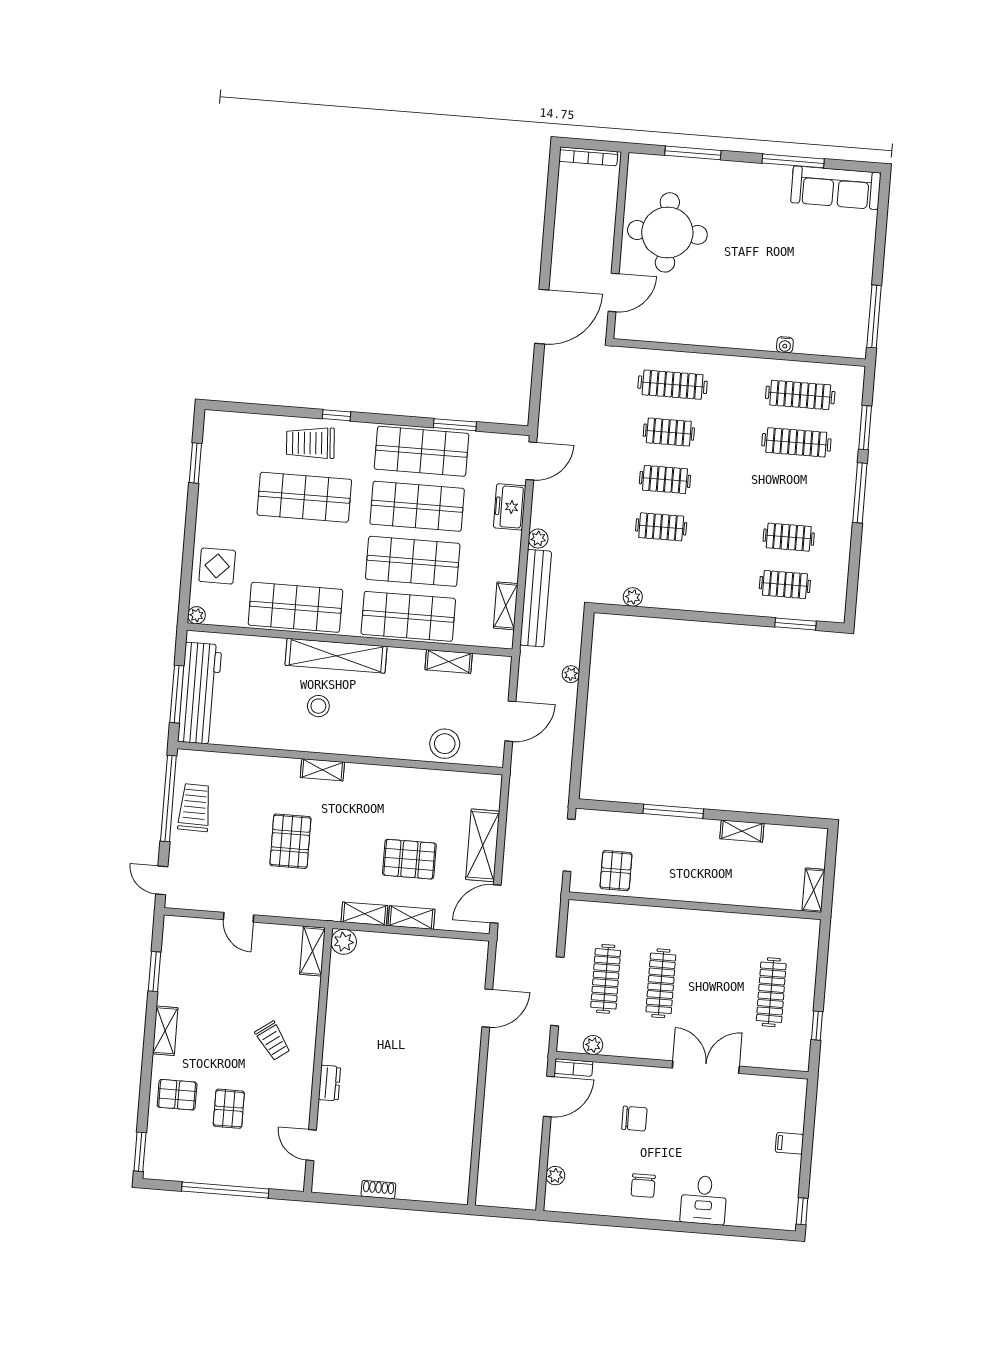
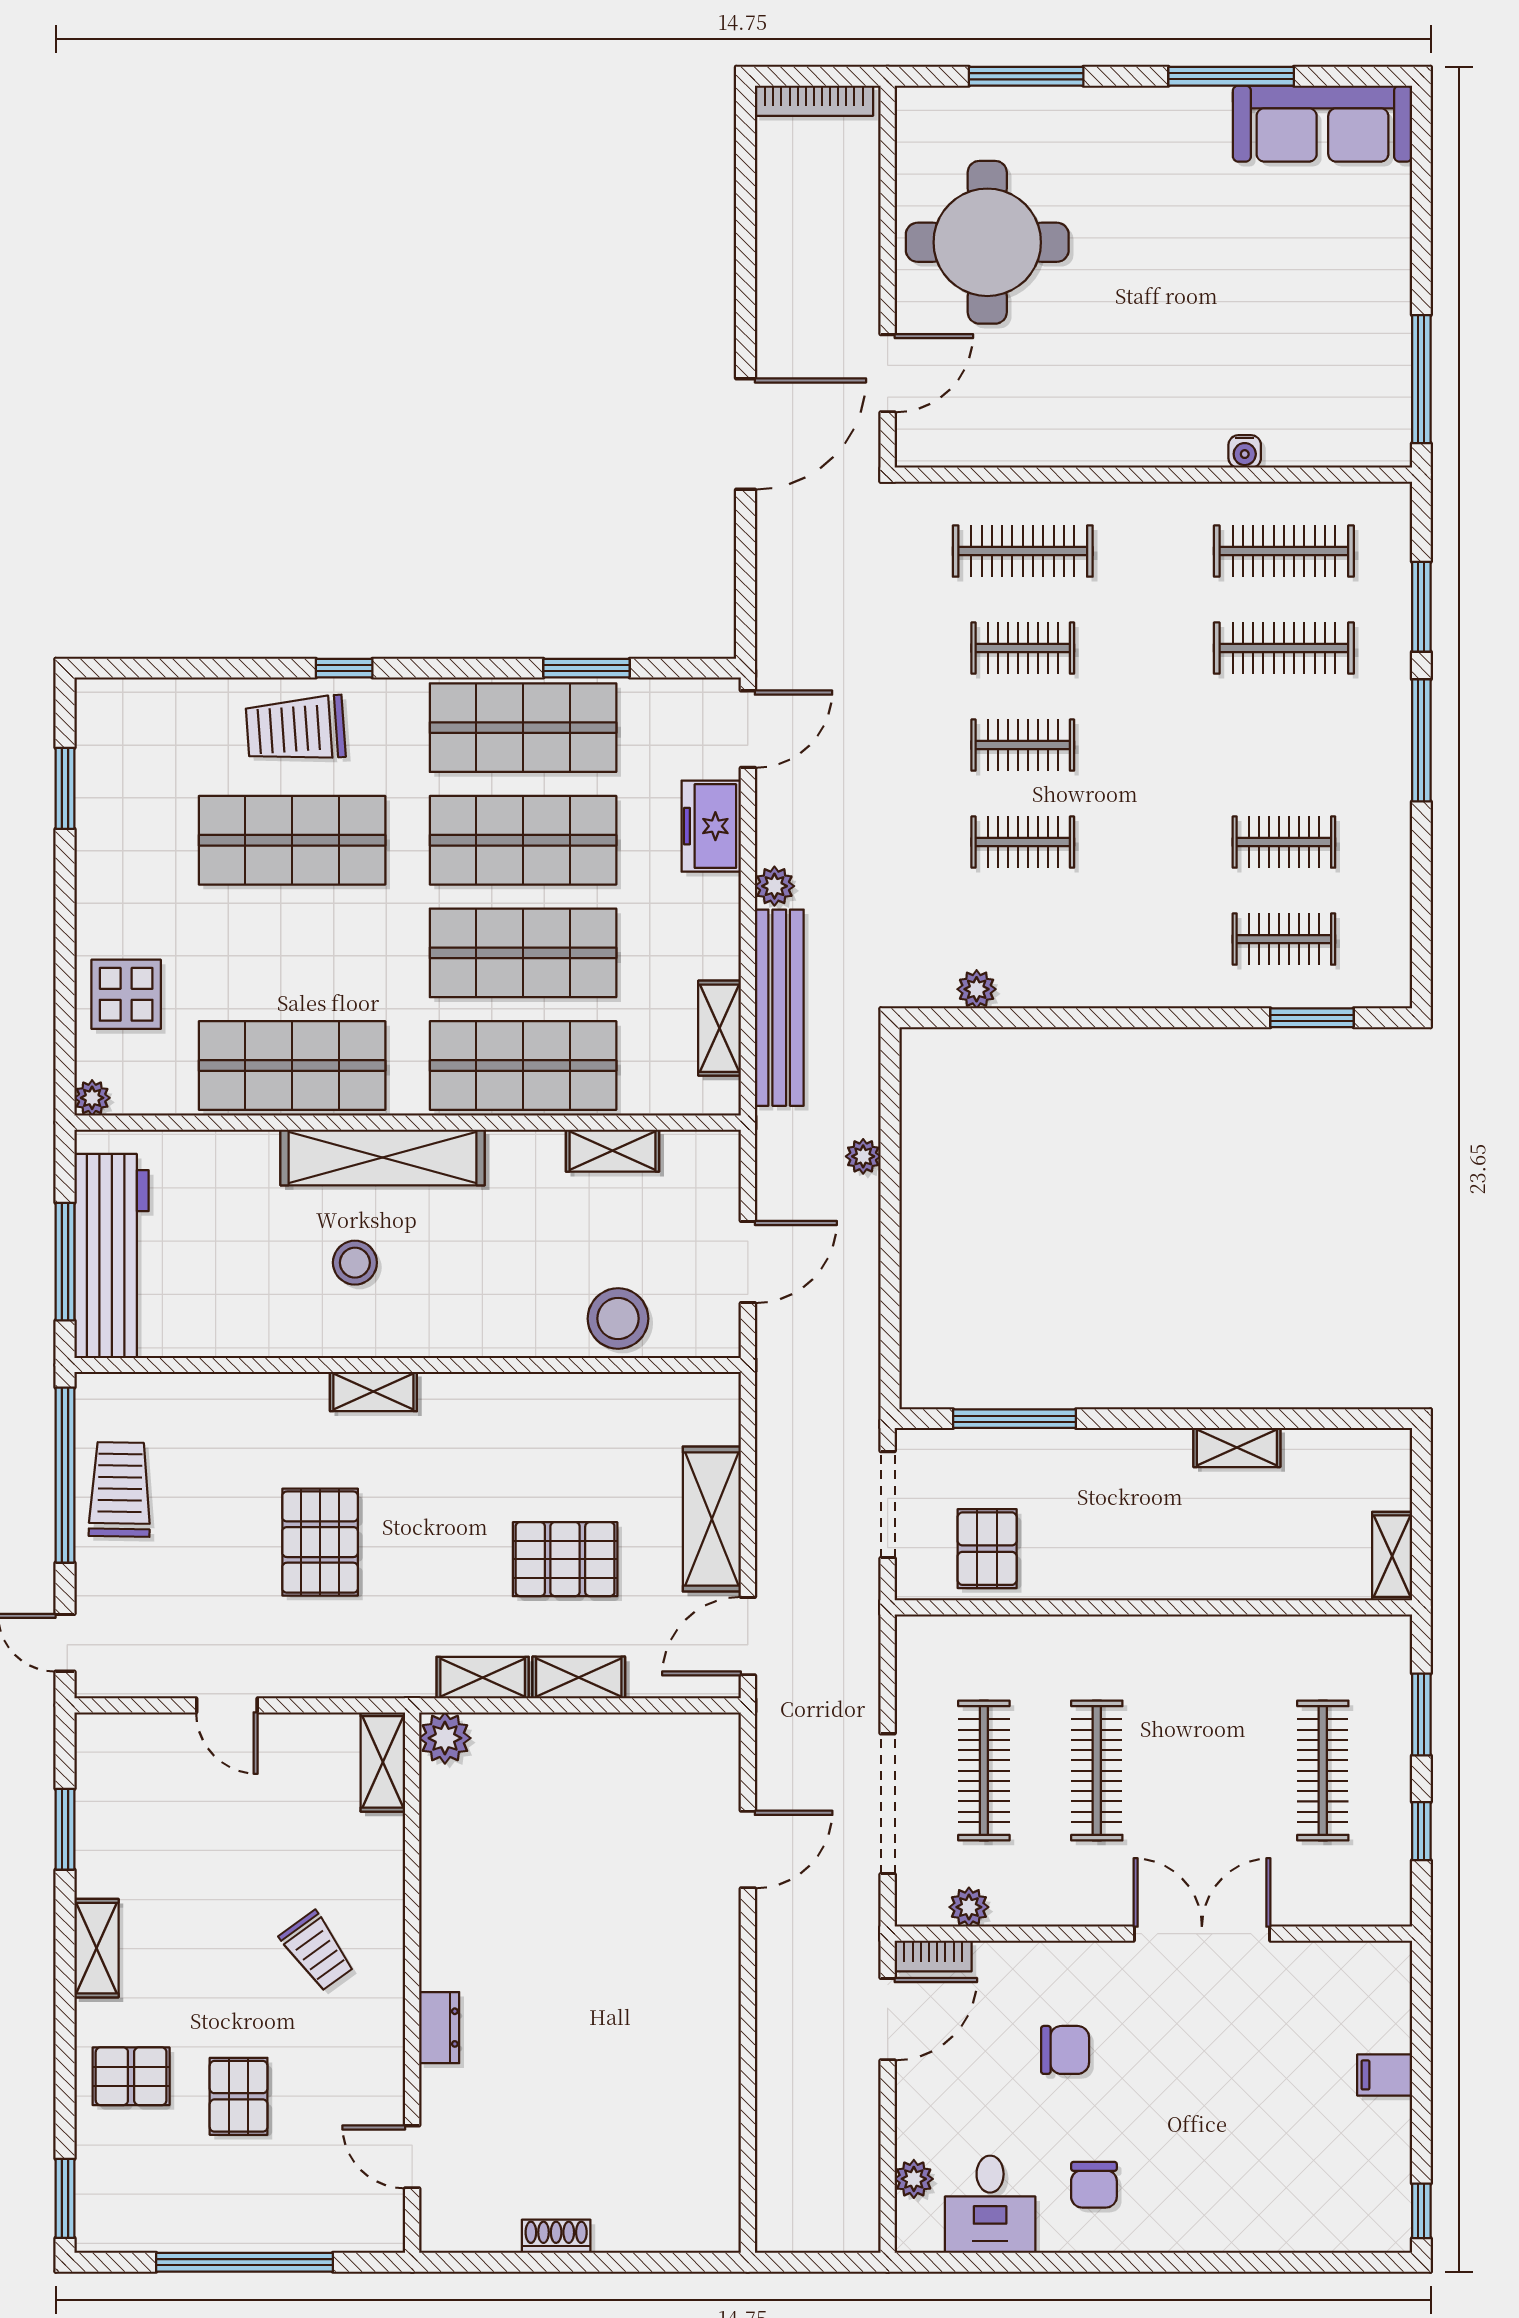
window: (673, 811) -> (1014, 1419), moved
window: (822, 969) -> (1421, 1715), added
desk: (704, 1200) -> (990, 2204), moved

